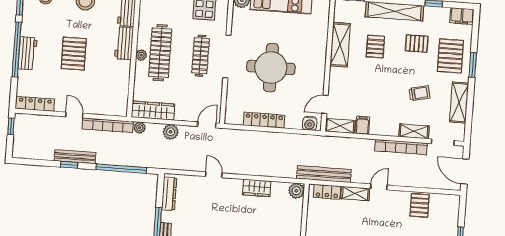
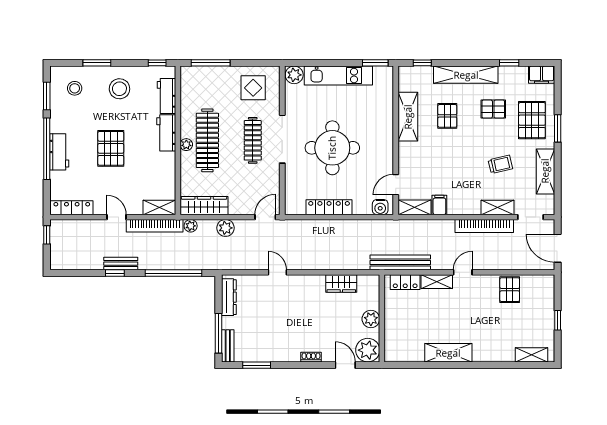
shelving: (113, 109) -> (159, 207), added
bench: (75, 157) -> (121, 264), width x0.73
wardrobe: (257, 188) -> (341, 283), moved
plant: (296, 191) -> (371, 319), moved

